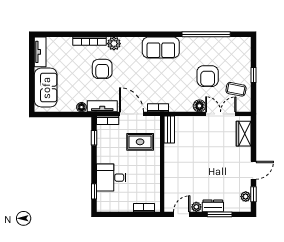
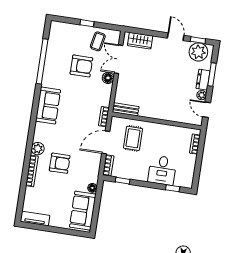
sofa: (46, 88) -> (83, 211), moved, turned -90
tv unit: (102, 106) -> (95, 168), removed
plant: (246, 197) -> (198, 52), width x1.87, depth x1.87

